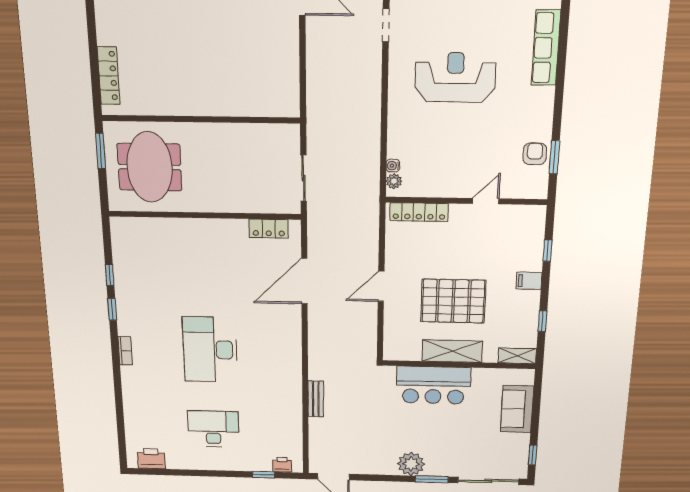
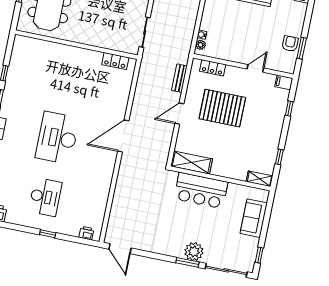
locker: (419, 212) -> (213, 68), width x0.66
door: (304, 281) -> (123, 136), moved
filing cabinet: (529, 281) -> (284, 82), moved
pallet: (453, 301) -> (222, 108), moved
shelving: (452, 351) -> (192, 162), moved
bench: (316, 399) -> (179, 78), moved
desk: (213, 429) -> (45, 197), turned 90
plant: (411, 464) -> (194, 252), moved
window: (264, 475) -> (48, 234), moved

